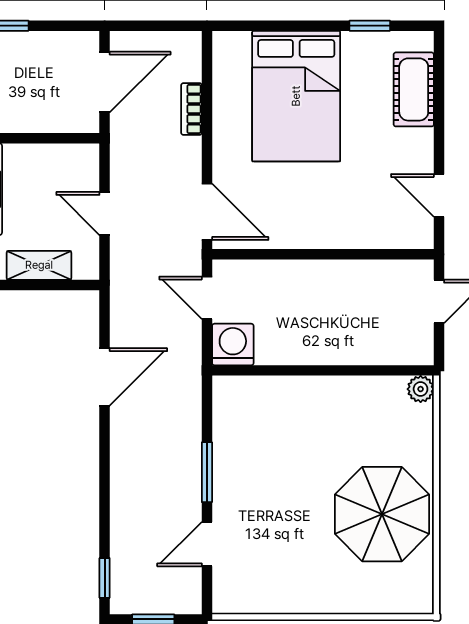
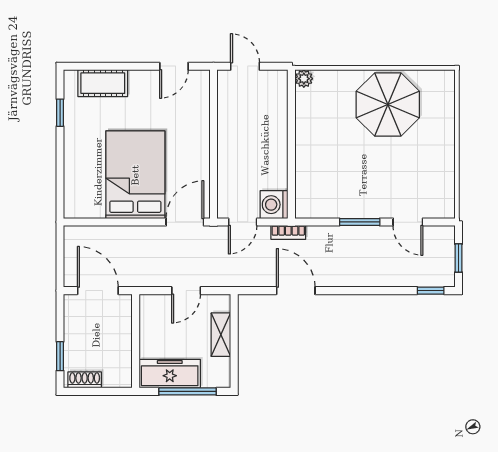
bed: (296, 96) -> (135, 175), moved, turned -90
bookcase: (191, 109) -> (288, 232), moved

